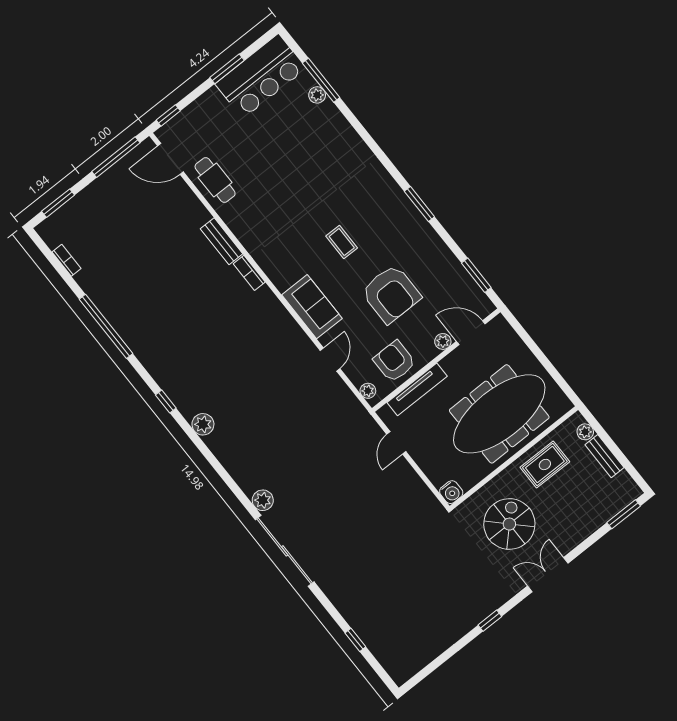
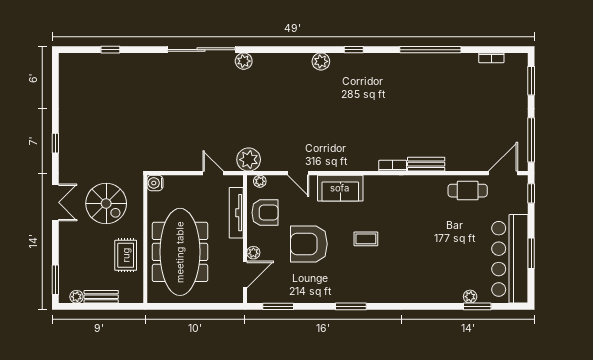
bar counter: (261, 76) -> (510, 259), width x1.36
window: (321, 80) -> (477, 306), width x0.69
plant: (355, 419) -> (249, 160), added
plant: (585, 432) -> (76, 297), moved

